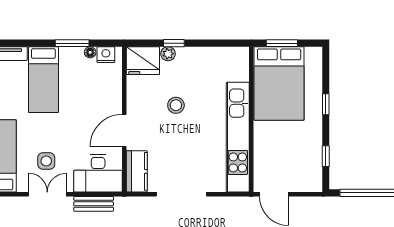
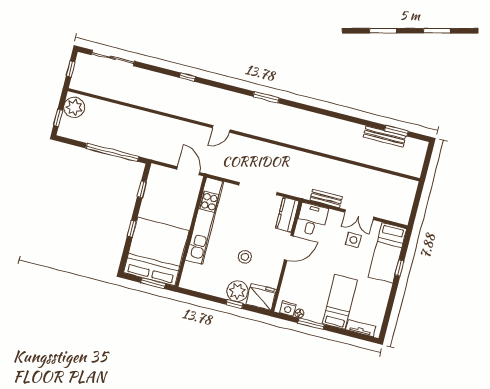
plant: (168, 54) -> (237, 291), width x1.88, depth x1.88
bed: (279, 83) -> (156, 252), width x1.36
desk: (98, 173) -> (312, 219), width x0.73

